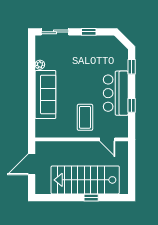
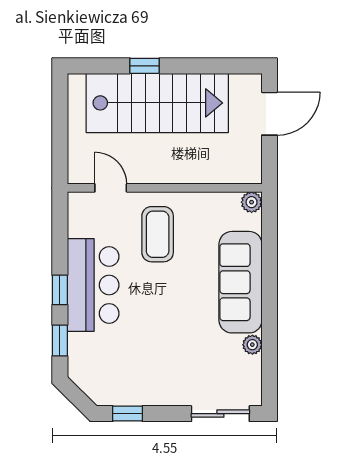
window: (89, 32) -> (128, 414), moved
window: (132, 105) -> (60, 290), moved
plant: (40, 133) -> (252, 202), added
door: (32, 164) -> (269, 114), moved

